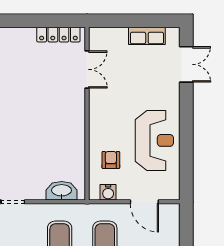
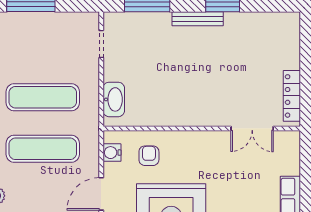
armchair: (111, 160) -> (149, 156), turned -90

